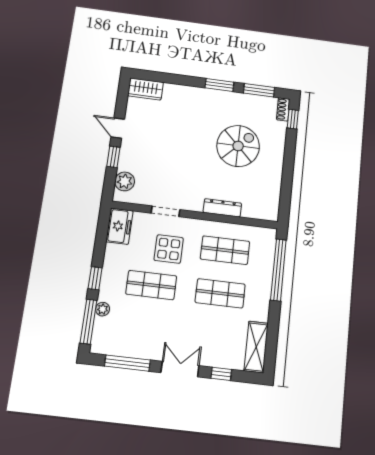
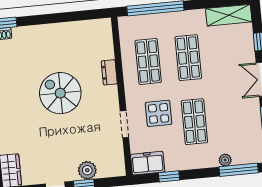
spiral stairs: (238, 146) -> (60, 93), moved
plant: (125, 181) -> (87, 170), moved
dresser: (222, 208) -> (109, 72), width x0.70
window: (95, 278) -> (169, 176), moved

